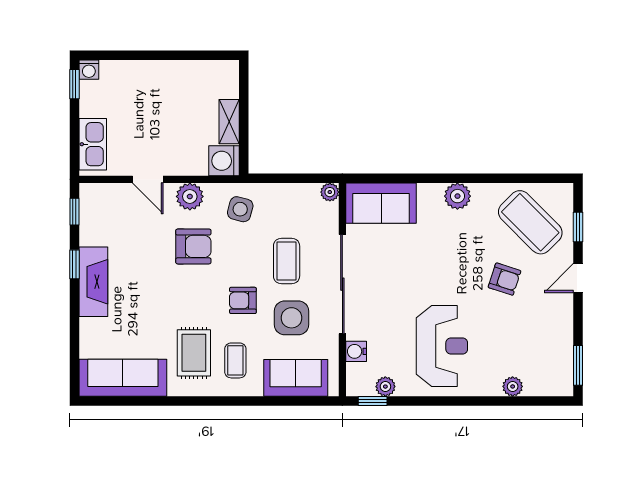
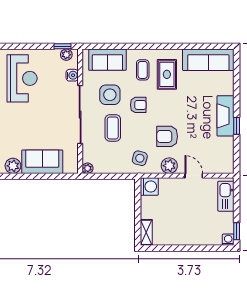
shelving: (229, 122) -> (146, 232), moved
sofa: (381, 203) -> (42, 162), moved
window: (74, 212) -> (237, 157), removed
reception desk: (442, 346) -> (22, 78), turned 180
plant: (385, 387) -> (66, 55), moved

